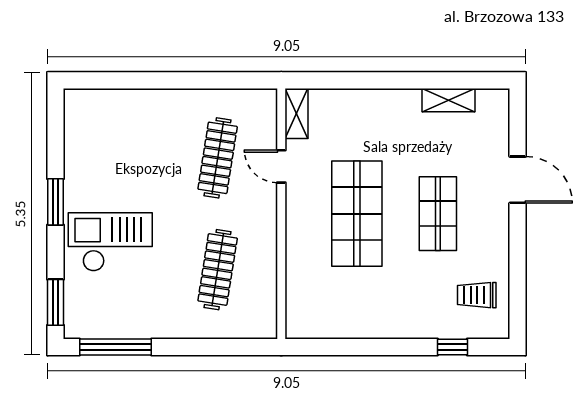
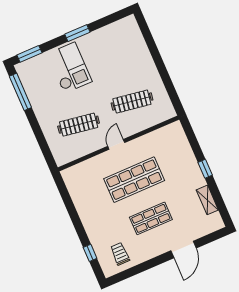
window: (392, 80) -> (205, 169), added
shelving: (297, 113) -> (170, 130), removed
door: (281, 166) -> (116, 144), moved

